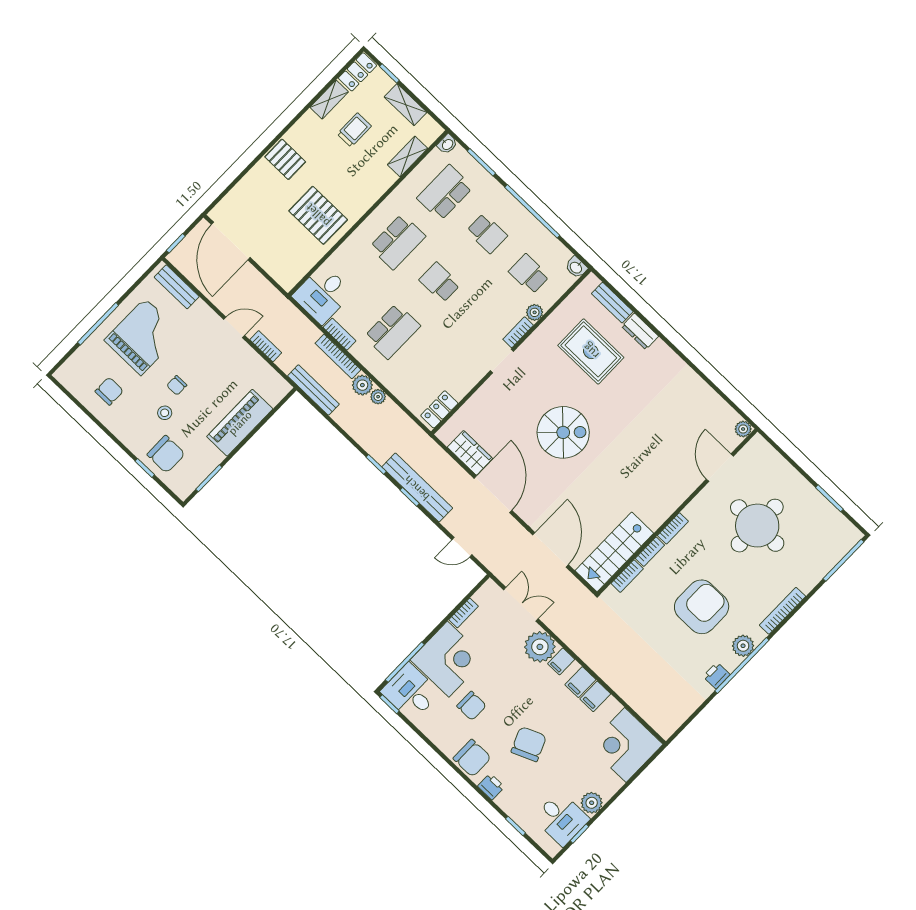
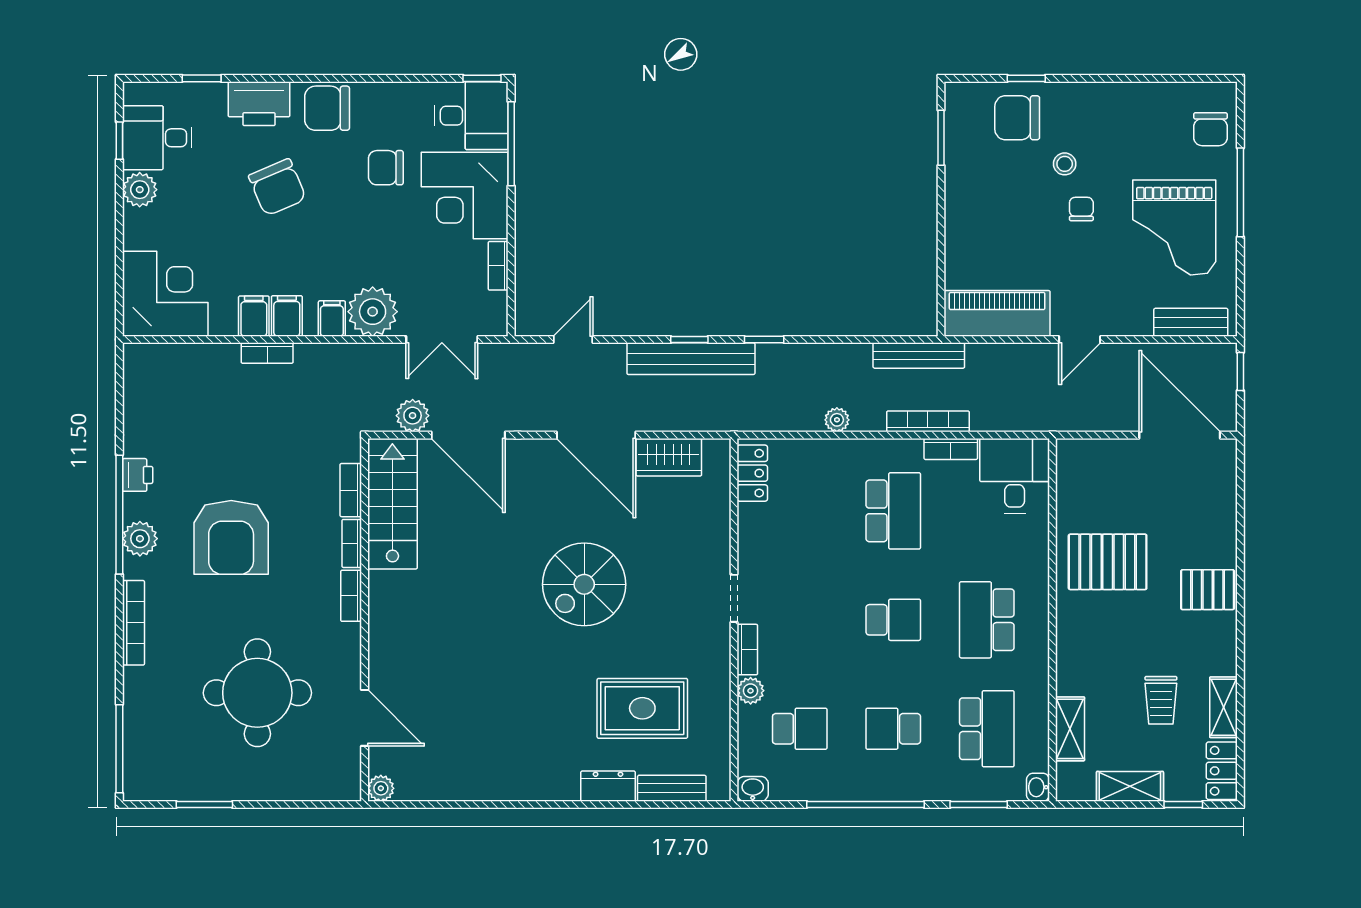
school desk: (392, 331) -> (893, 511), turned 180
bookcase: (266, 346) -> (267, 353), moved
plant: (362, 385) -> (413, 416), moved
chair: (109, 391) -> (1210, 129), moved
piano: (240, 423) -> (997, 313), moved, turned -90
printer: (491, 787) -> (259, 104), width x1.87, depth x1.48

